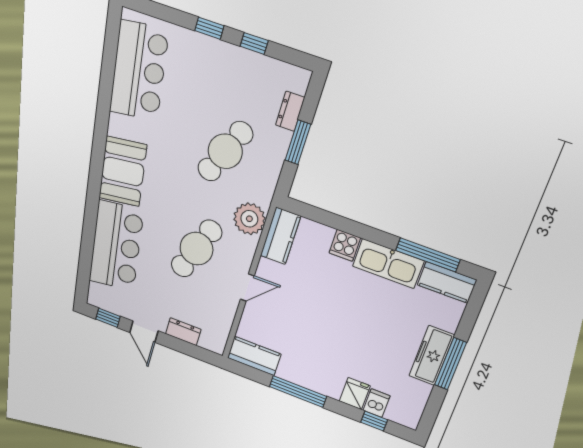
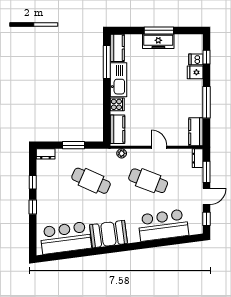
dresser: (290, 111) -> (46, 154), moved
booth: (123, 171) -> (108, 234), moved
plant: (249, 219) -> (122, 153), width x0.53, depth x0.53
kitchen counter: (280, 236) -> (117, 129), moved, turned 90
dresser: (183, 332) -> (198, 158), moved
window: (183, 347) -> (207, 172), added

